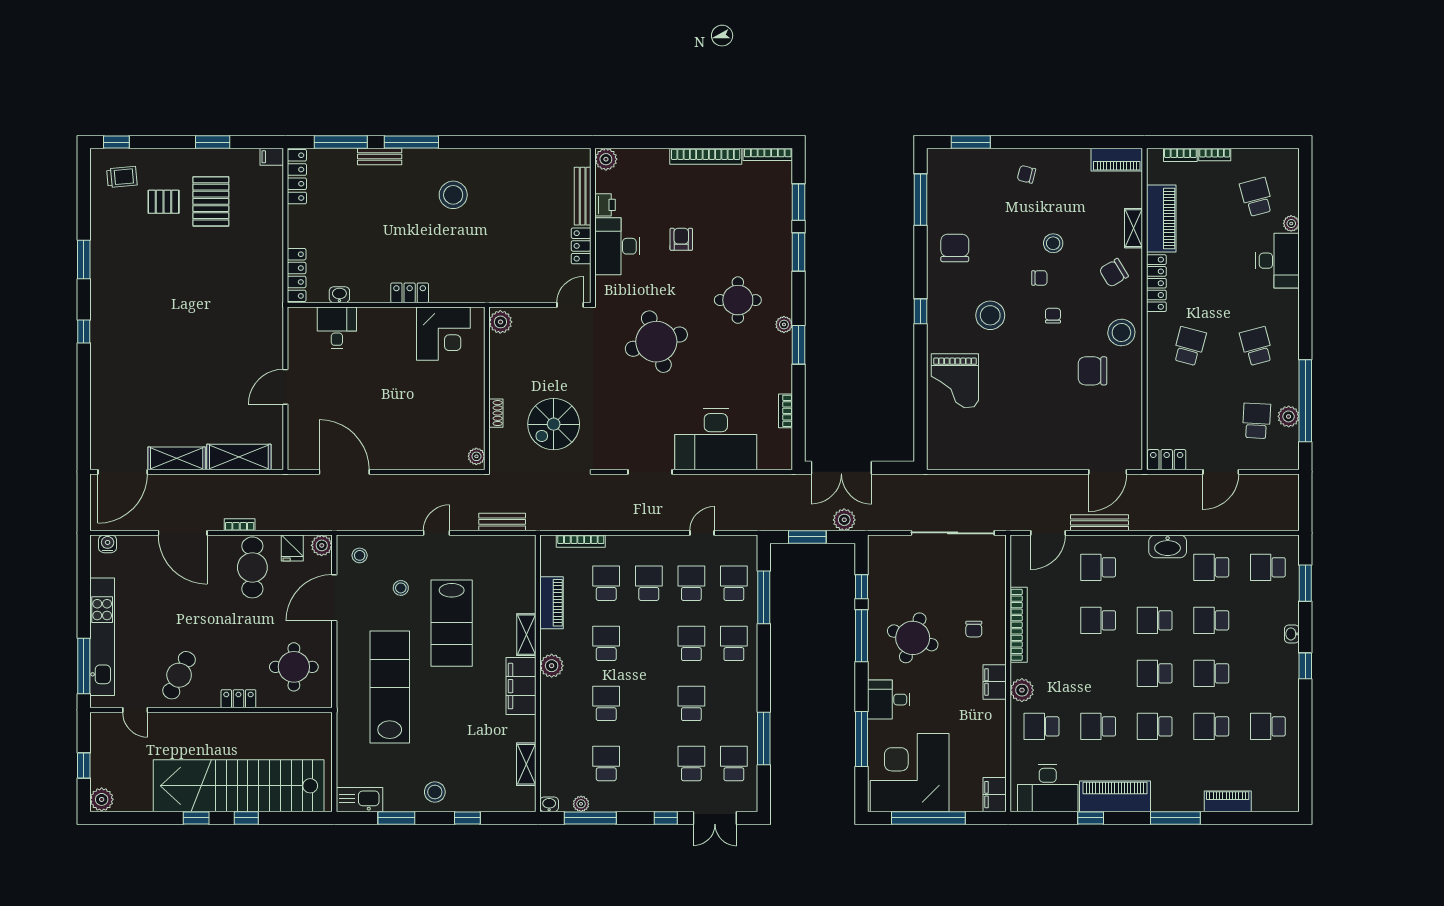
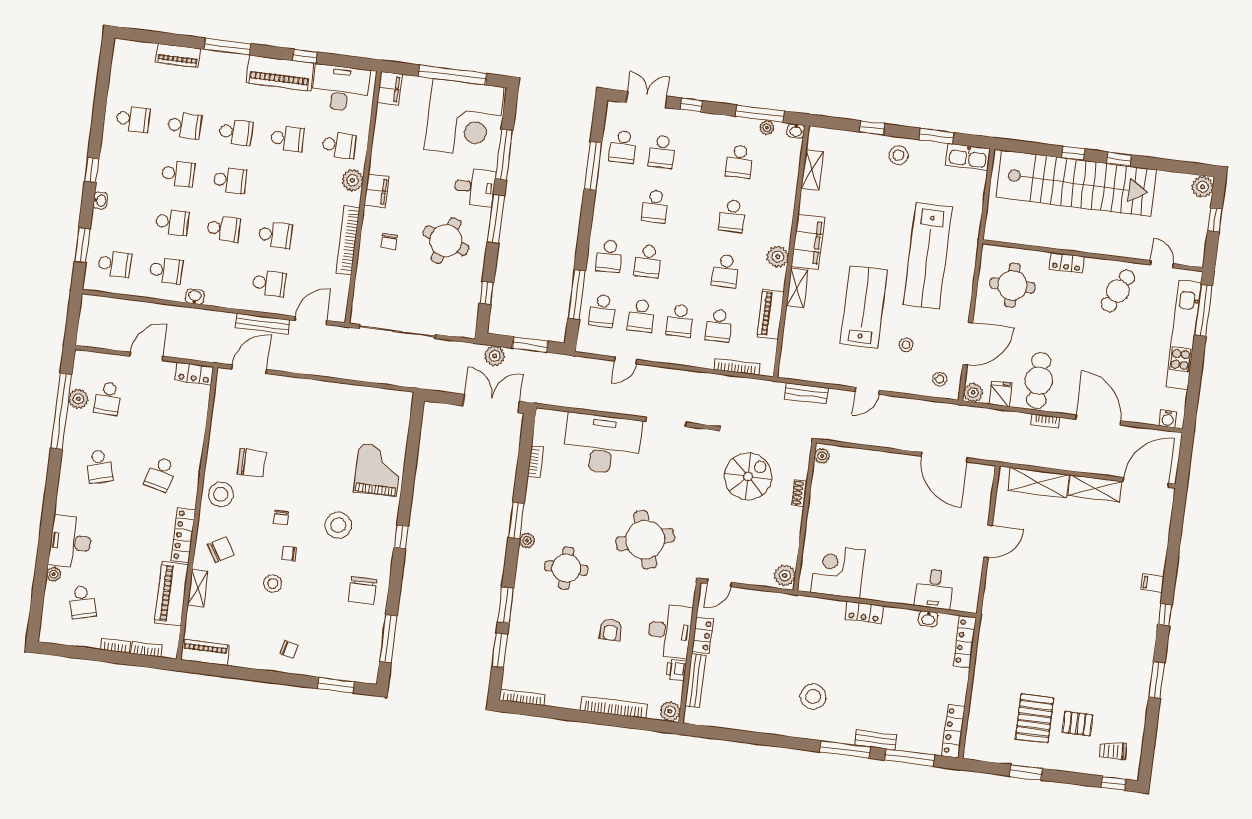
bookcase: (706, 156) -> (614, 707), moved
filing cabinet: (272, 157) -> (1153, 583), moved, turned 180
washbasin: (1168, 546) -> (195, 297), width x0.52, depth x0.69
chair: (974, 629) -> (389, 241), turned 180
window: (862, 636) -> (496, 219), moved

